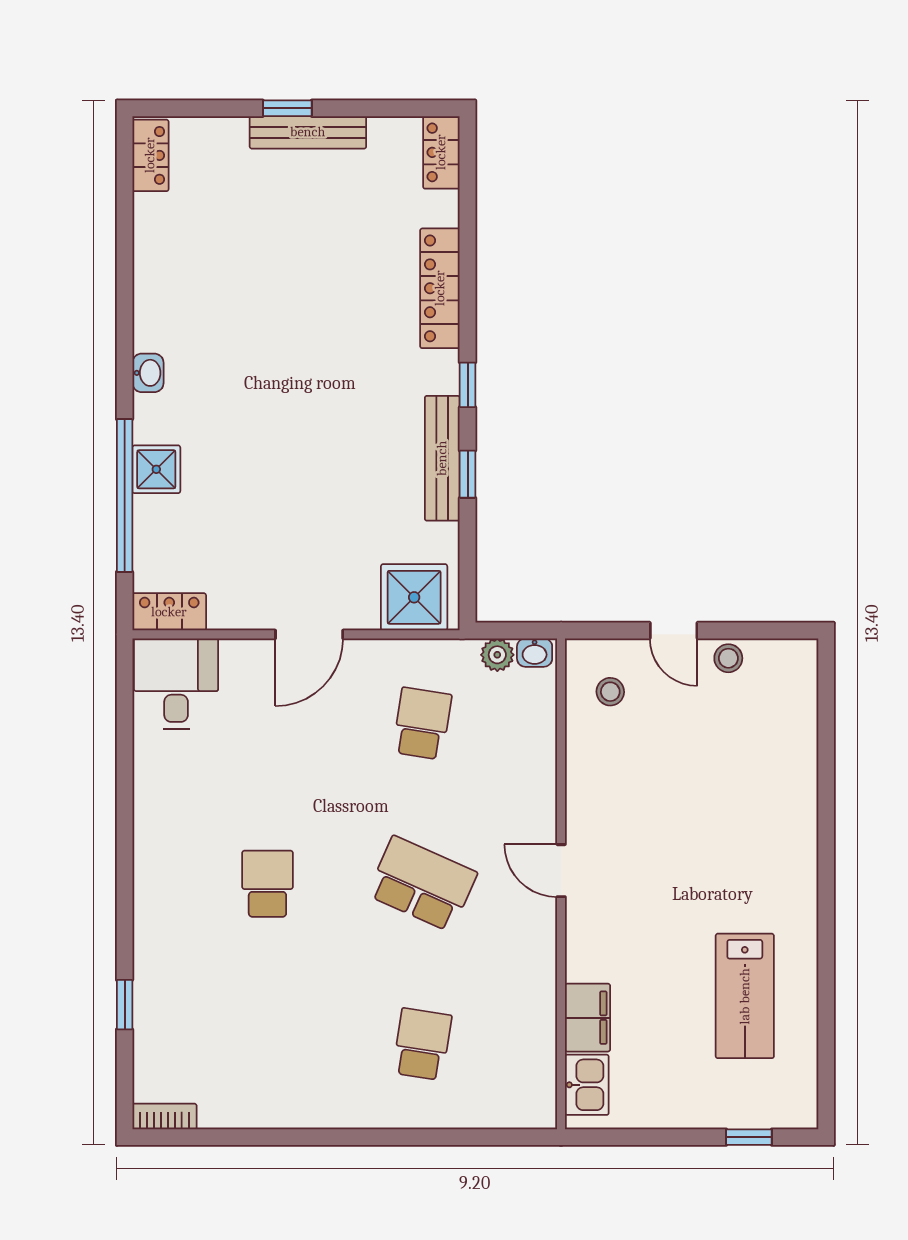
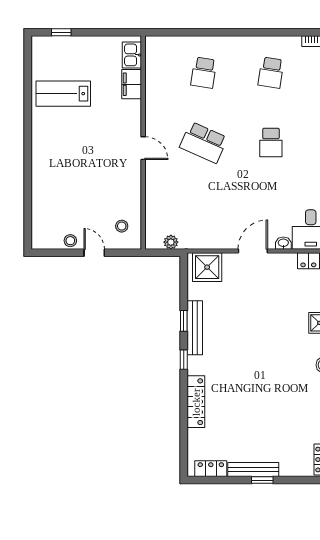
locker: (441, 152) -> (211, 469), moved, turned -90
washbasin: (535, 653) -> (283, 243), moved
school desk: (422, 723) -> (271, 73), moved
lab bench: (745, 996) -> (63, 94), turned -90

